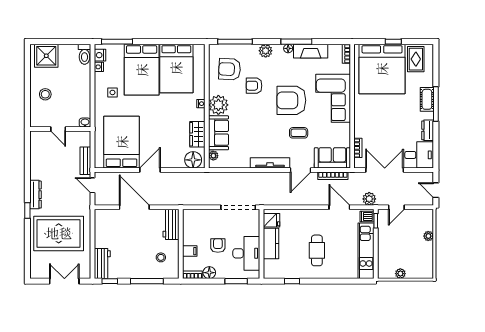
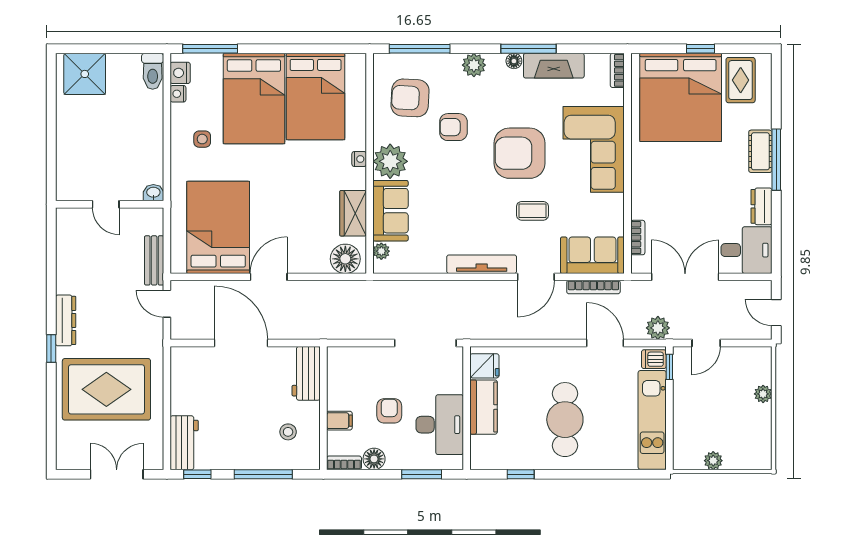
stool: (45, 94) -> (83, 142), removed
cafe table: (317, 250) -> (565, 420), width x1.37, depth x1.35

